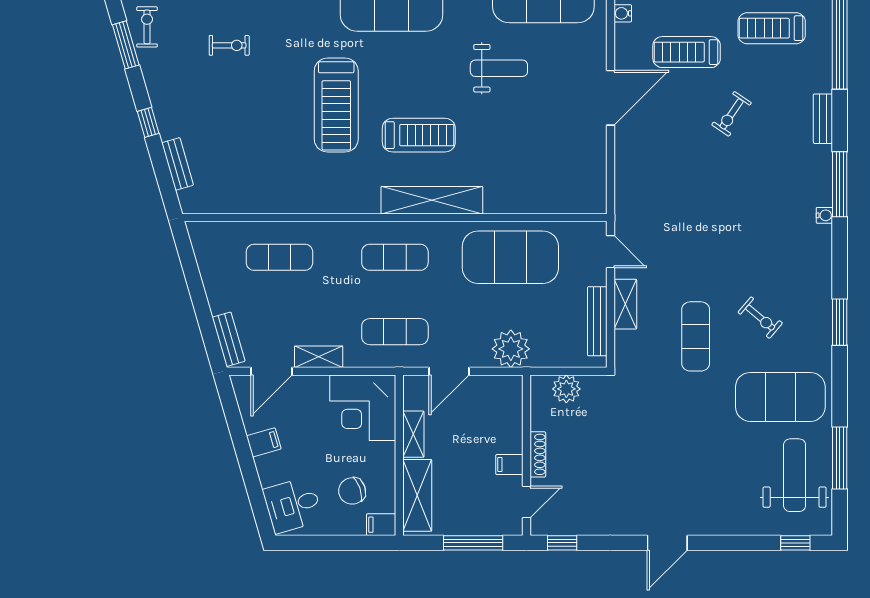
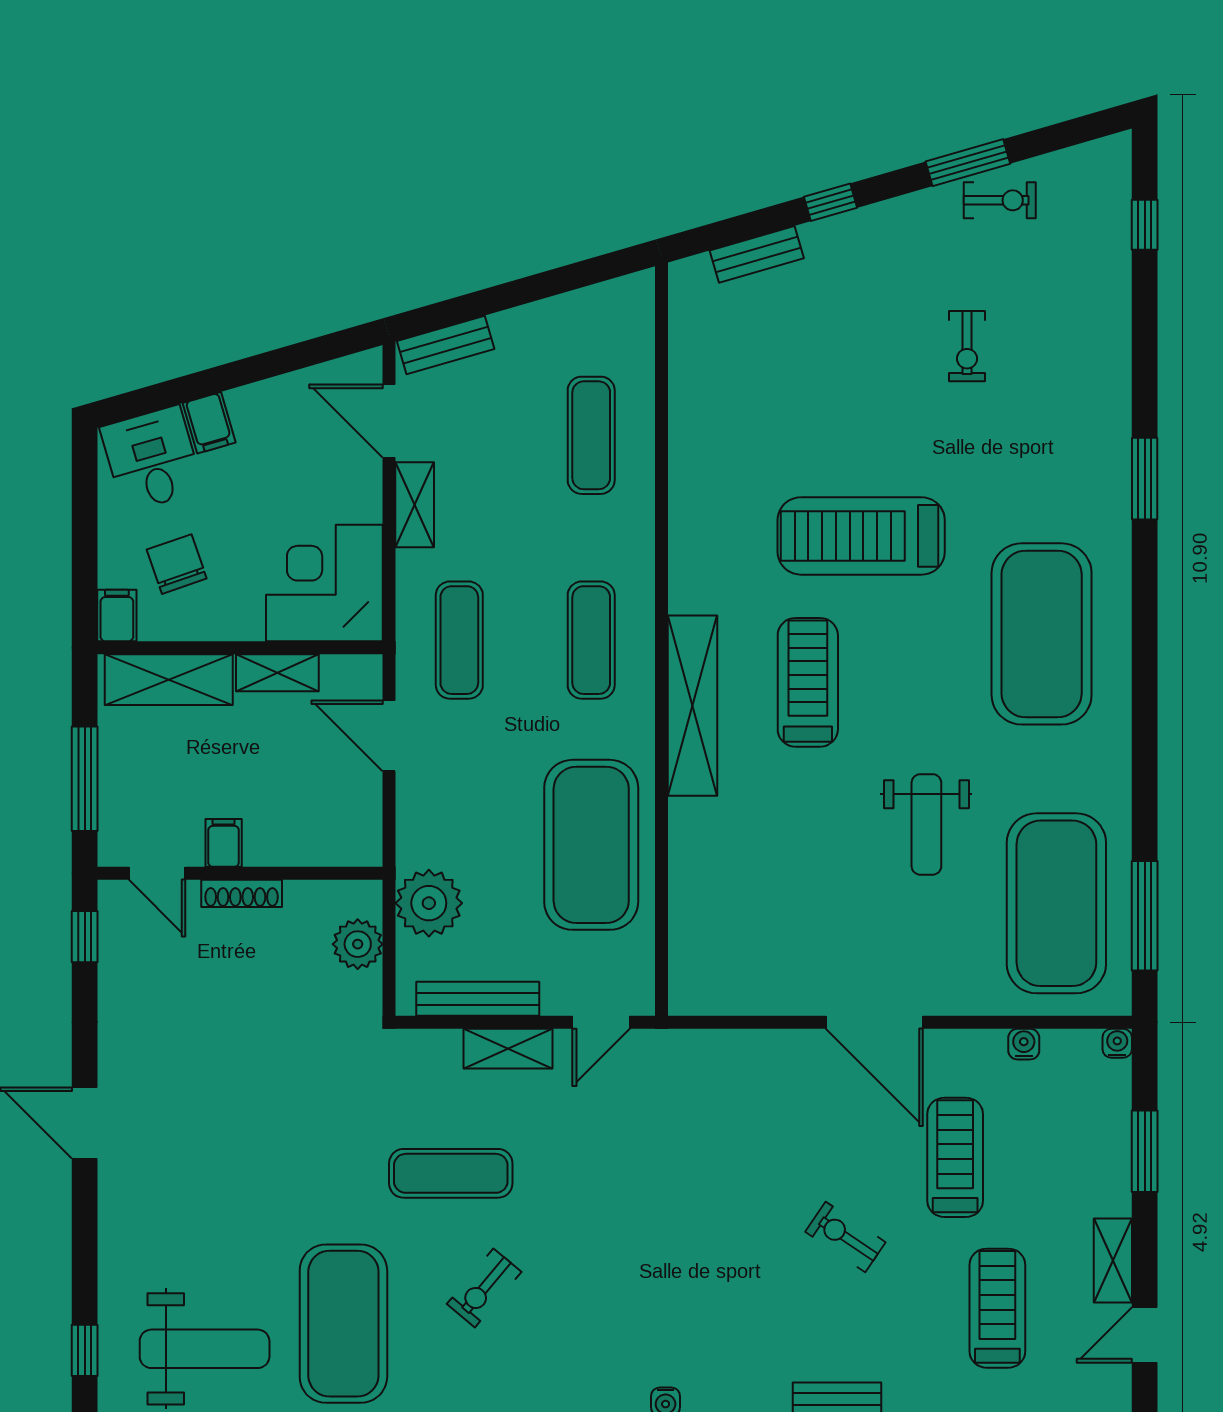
treadmill: (419, 135) -> (808, 682), turned 180
plant: (511, 349) -> (429, 903), moved
filing cabinet: (264, 442) -> (209, 423), moved

